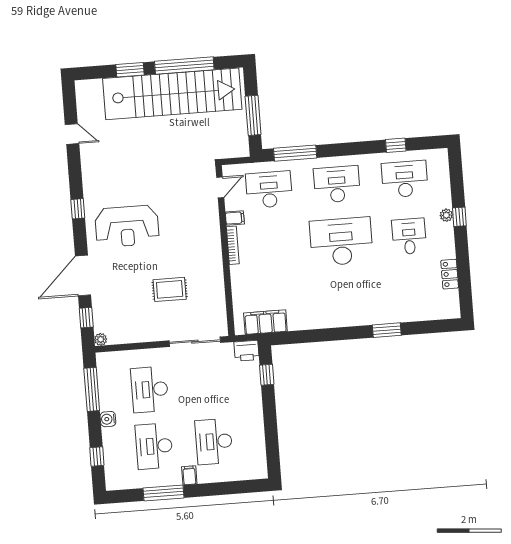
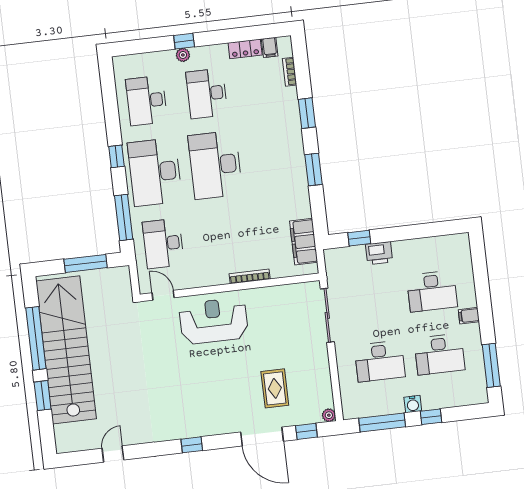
window: (396, 145) -> (116, 156), moved
desk: (337, 184) -> (155, 172), width x1.36, depth x1.30
filing cabinet: (235, 218) -> (270, 47), moved, turned 180
reception desk: (127, 226) -> (214, 321), moved, turned -90
desk: (409, 236) -> (207, 93), width x1.37
bookcase: (233, 245) -> (250, 276), moved
rug: (170, 289) -> (275, 388), moved
bookcase: (426, 315) -> (290, 72), added
window: (333, 334) -> (314, 170), added
printer: (247, 351) -> (379, 253), moved, turned 90
window: (97, 457) -> (431, 417), moved
window: (163, 493) -> (491, 365), moved

